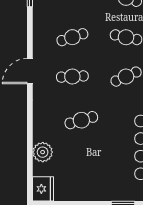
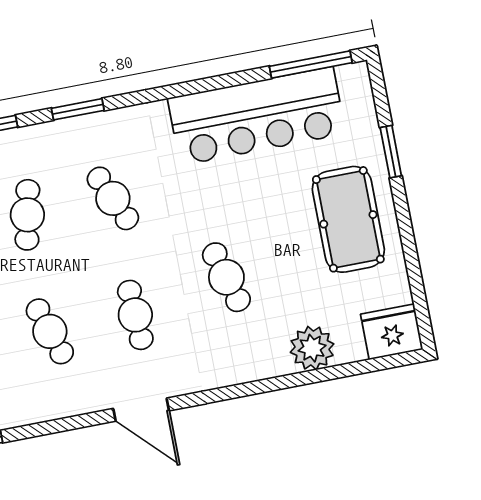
pool table: (97, 179) -> (348, 219), added

